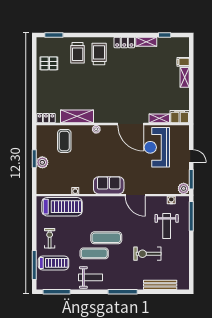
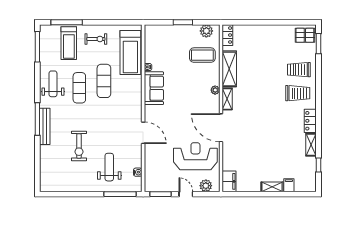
pallet: (49, 63) -> (305, 35), moved, turned 90
shelving: (159, 118) -> (227, 99), moved
door: (131, 124) -> (221, 128), hinge flipped
door: (191, 156) -> (186, 194), swing flipped
plant: (42, 162) -> (206, 31), moved
sofa: (109, 185) -> (154, 88), moved
plant: (184, 188) -> (206, 186), moved
door: (135, 195) -> (143, 133), swing flipped
weight bench: (167, 226) -> (109, 167), turned 90
exercise mat: (106, 238) -> (104, 81), moved
exercise bike: (147, 254) -> (79, 146), turned 180
weight bench: (91, 277) -> (53, 84), turned 180
bench: (160, 285) -> (45, 126), moved

